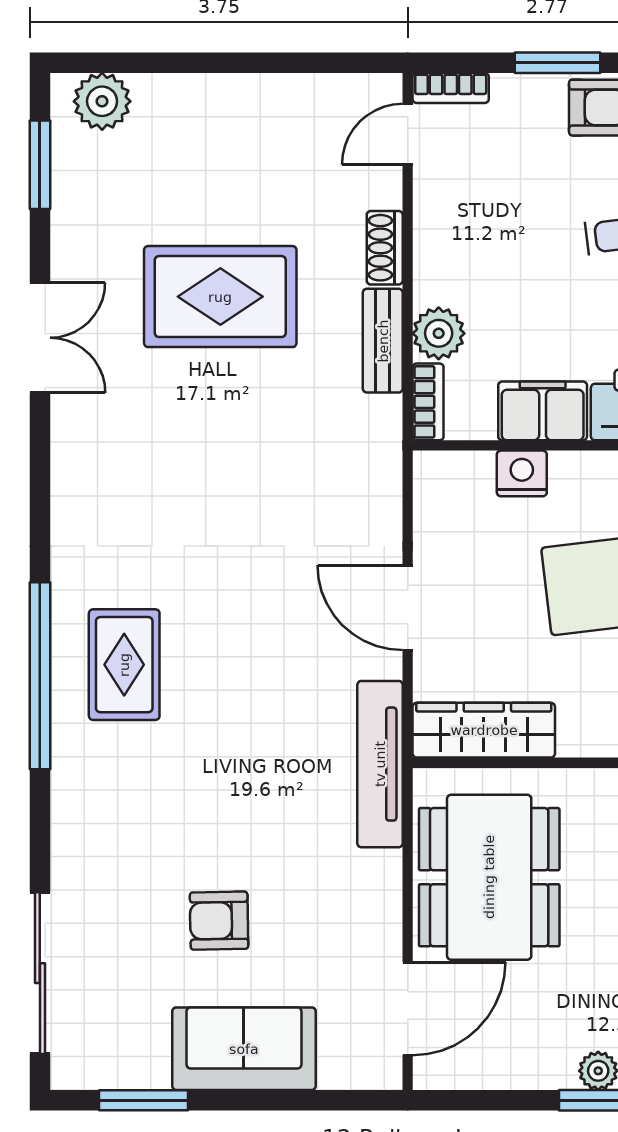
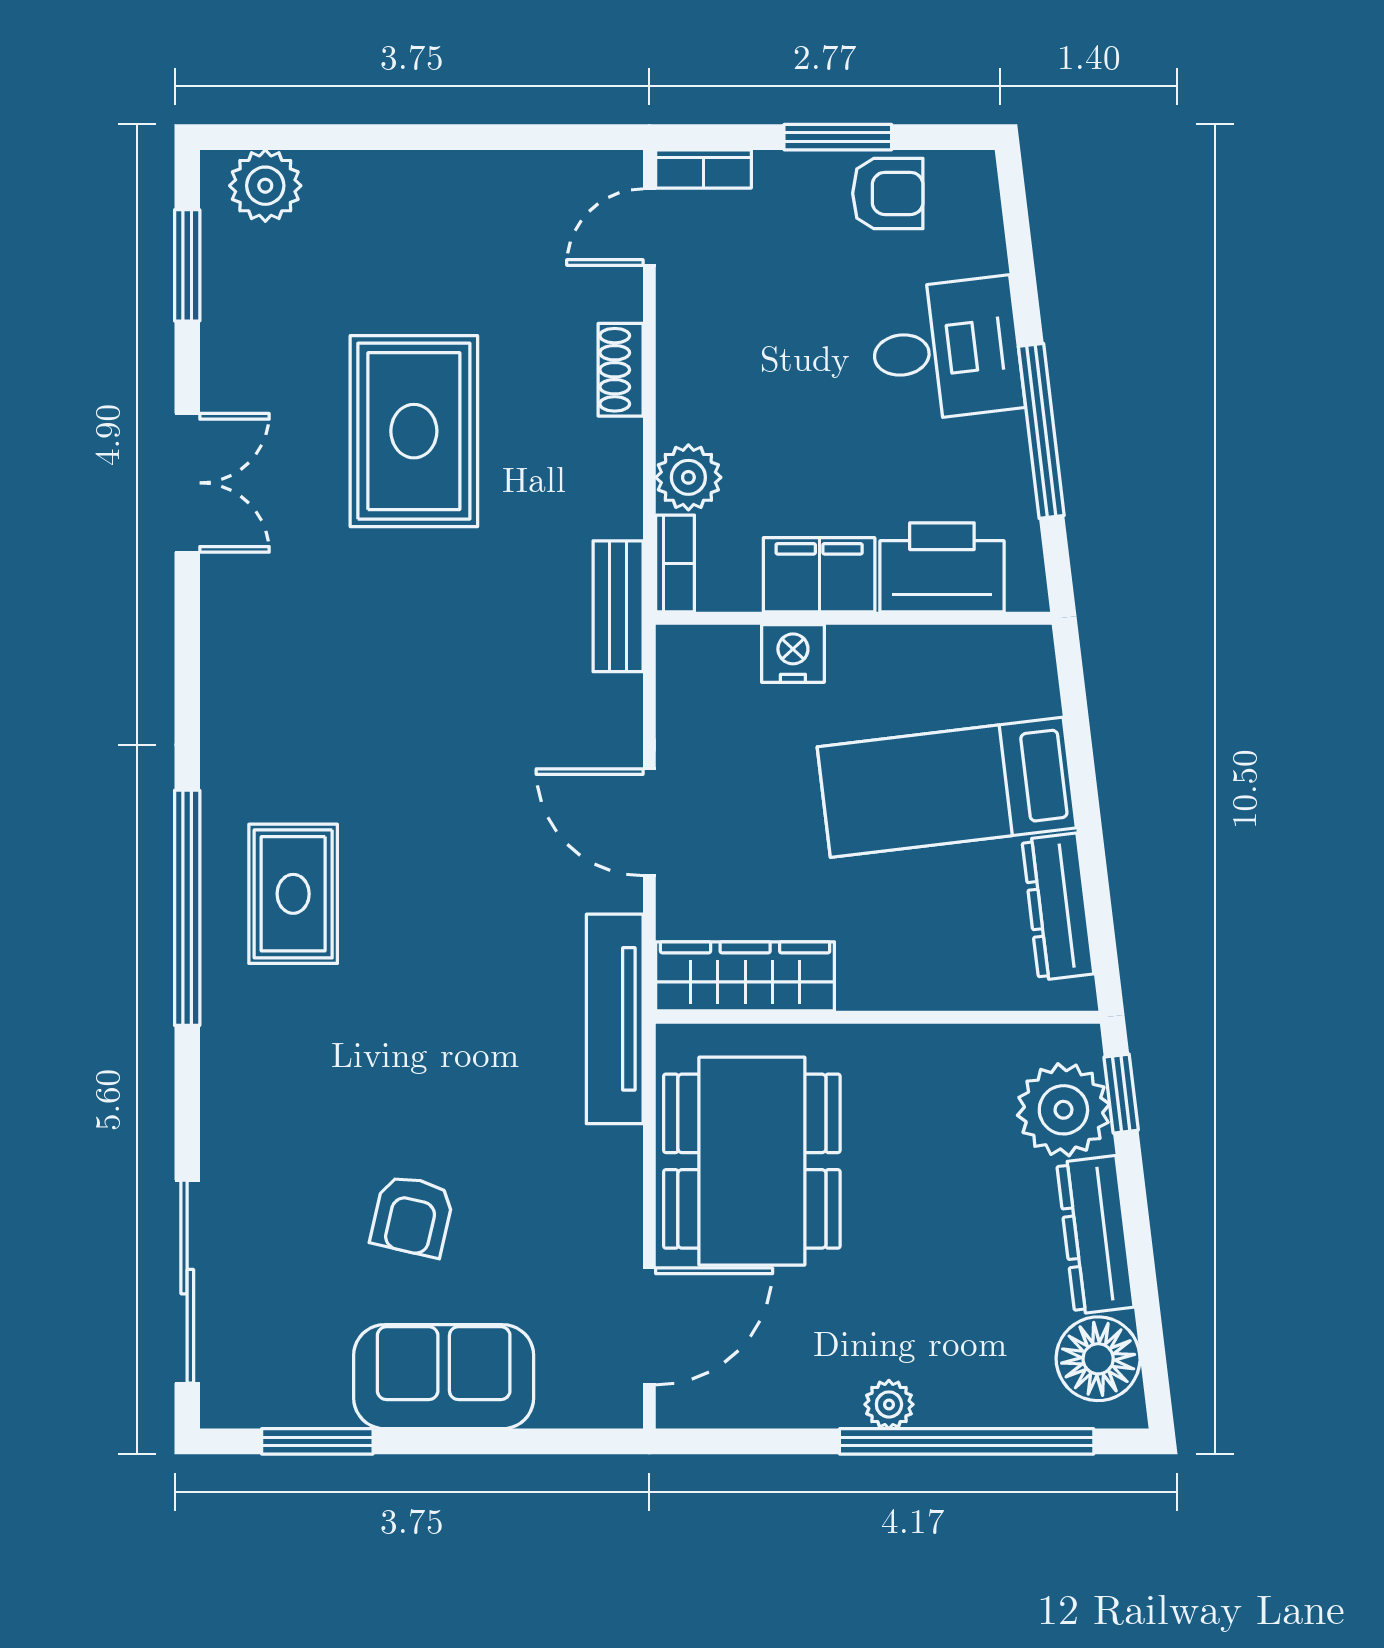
rug: (220, 297) -> (414, 431), turned 90
bench: (383, 341) -> (618, 606), moved
armchair: (219, 921) -> (412, 1216), turned -76

